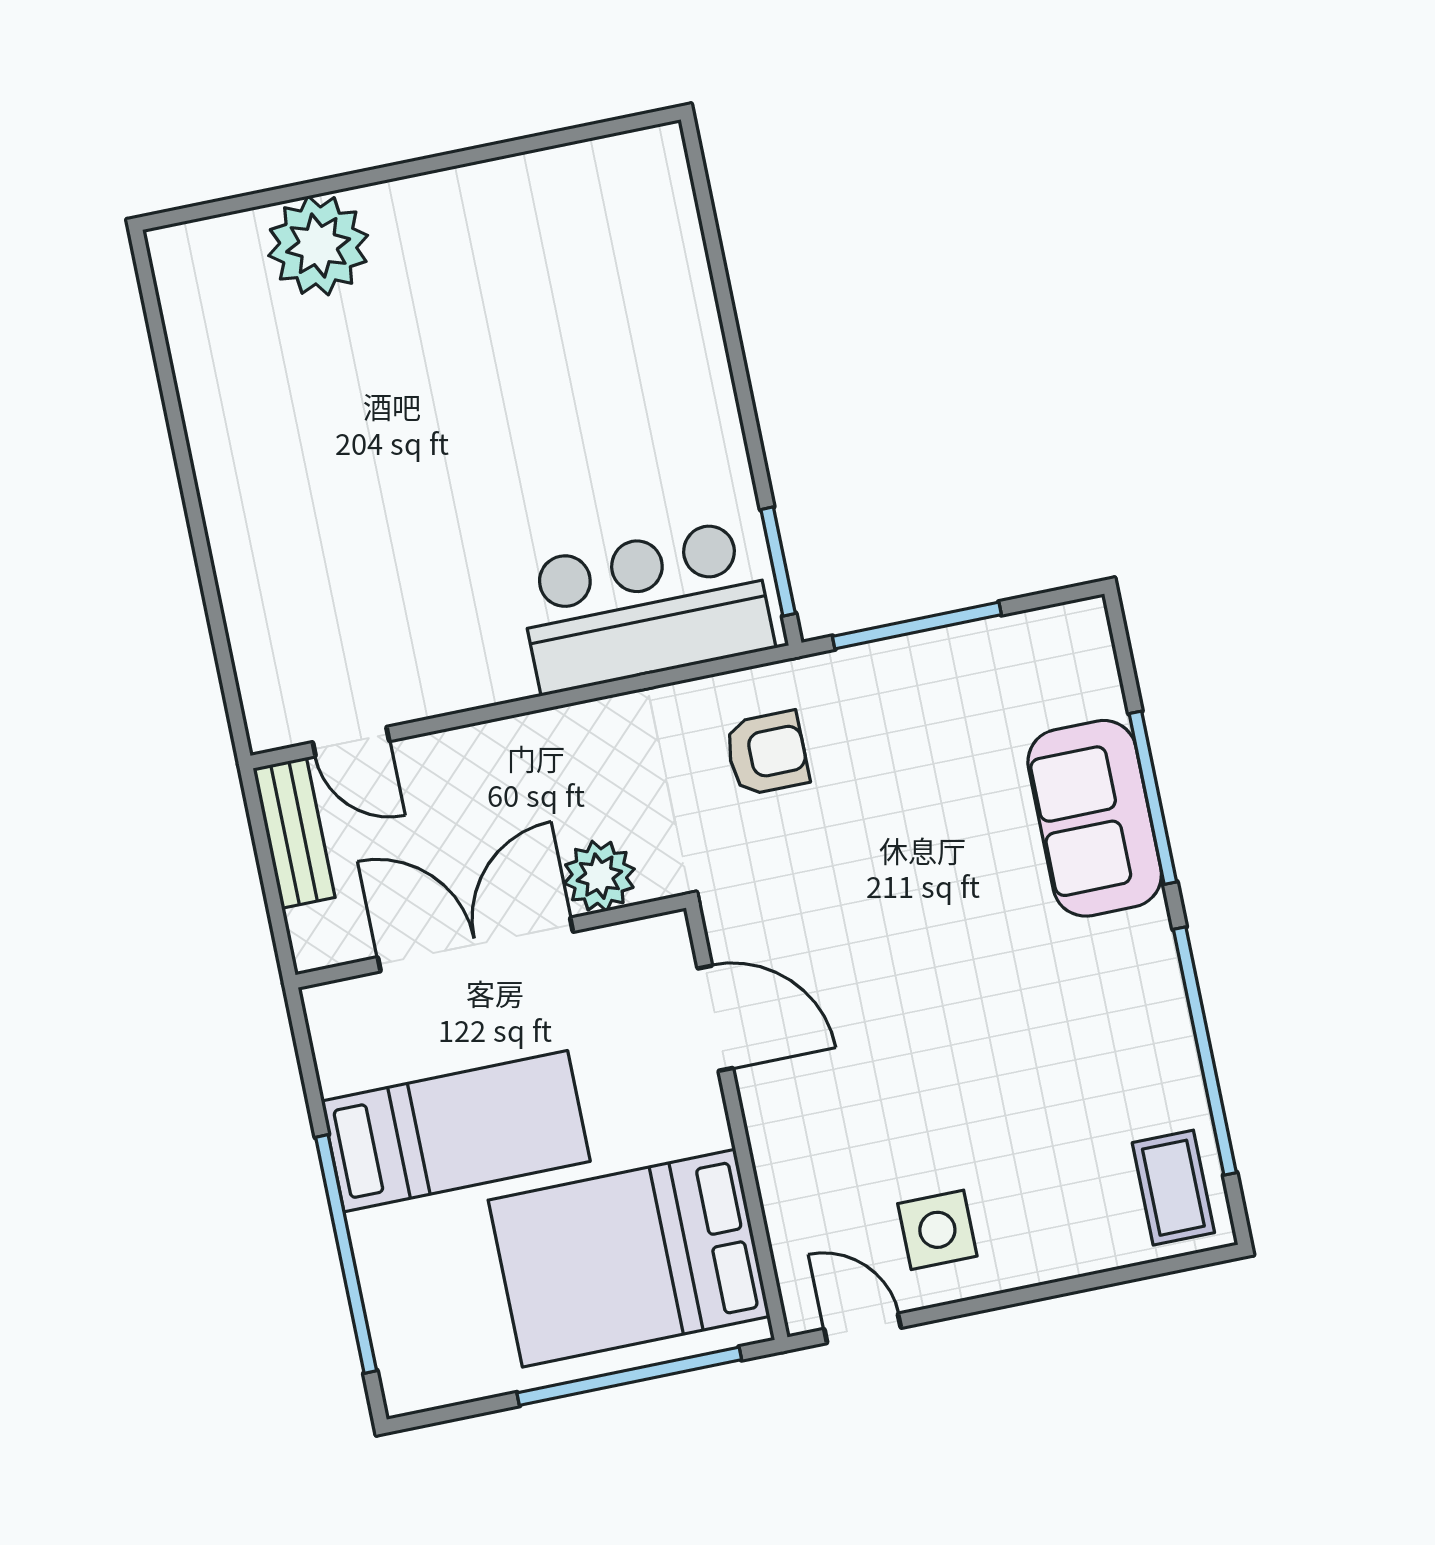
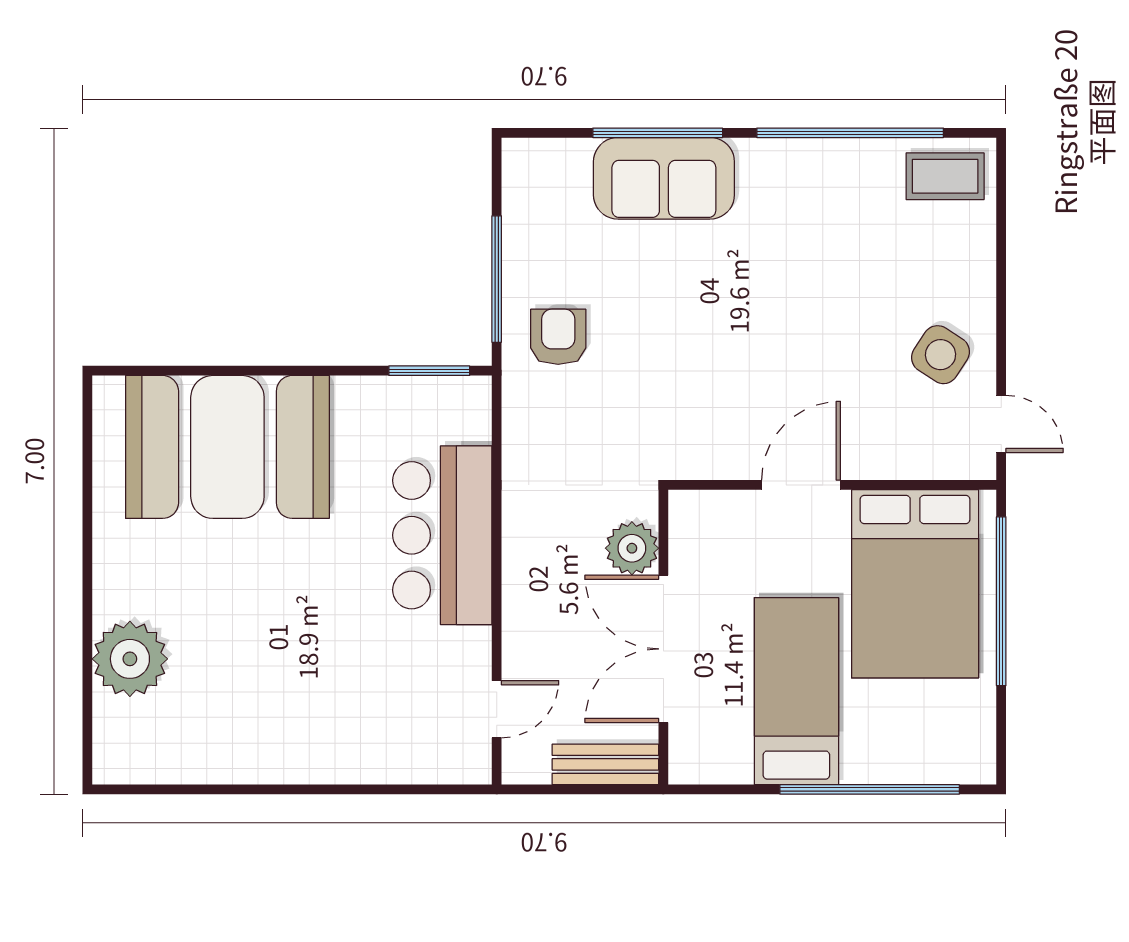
booth: (623, 317) -> (227, 447), added
bar counter: (645, 607) -> (442, 535), moved
armchair: (767, 753) -> (558, 337), moved
bench: (294, 833) -> (605, 764), moved
door: (715, 1018) -> (801, 485), moved
side table: (937, 1230) -> (941, 355), turned 33
door: (863, 1328) -> (1001, 424), swing flipped

